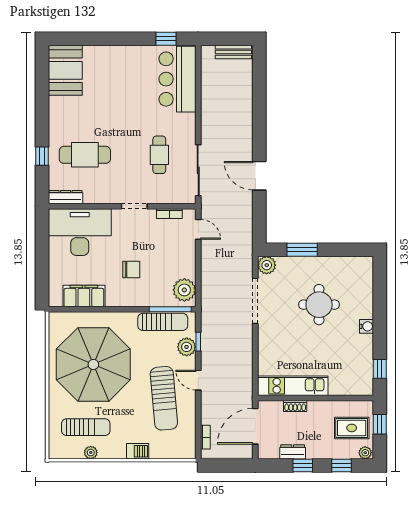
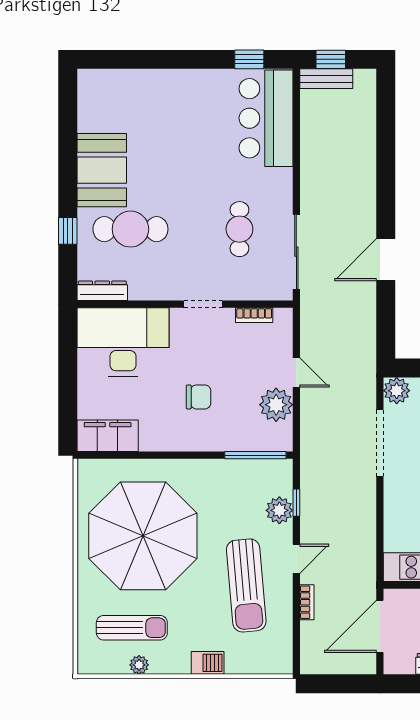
window: (222, 39) -> (331, 59), added
bench: (233, 52) -> (326, 79), moved
booth: (65, 70) -> (102, 170), moved
door: (259, 176) -> (386, 260), hinge flipped
door: (198, 229) -> (296, 372), moved
plant: (184, 290) -> (276, 405), moved
filing cabinet: (84, 296) -> (108, 436), moved
sun lounger: (163, 322) -> (244, 474), removed
door: (198, 380) -> (296, 559), swing flipped
bookcase: (205, 437) -> (307, 602), moved

